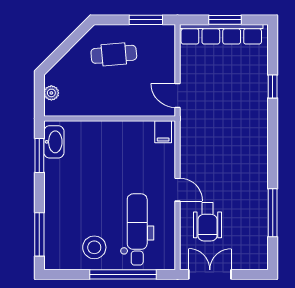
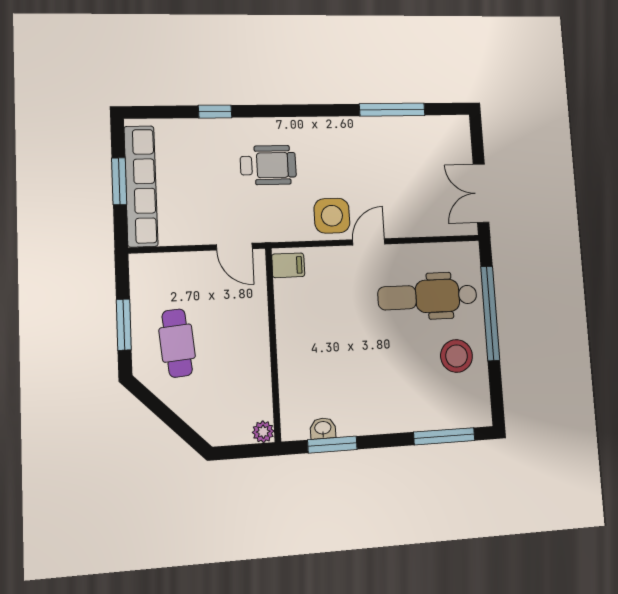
window: (146, 20) -> (124, 325), moved
plant: (51, 93) -> (263, 432), moved
door: (177, 95) -> (234, 247), hinge flipped
washbasin: (54, 142) -> (323, 428), width x0.52, depth x0.69
side table: (197, 164) -> (332, 216), added
wheelchair: (207, 222) -> (268, 165), moved

